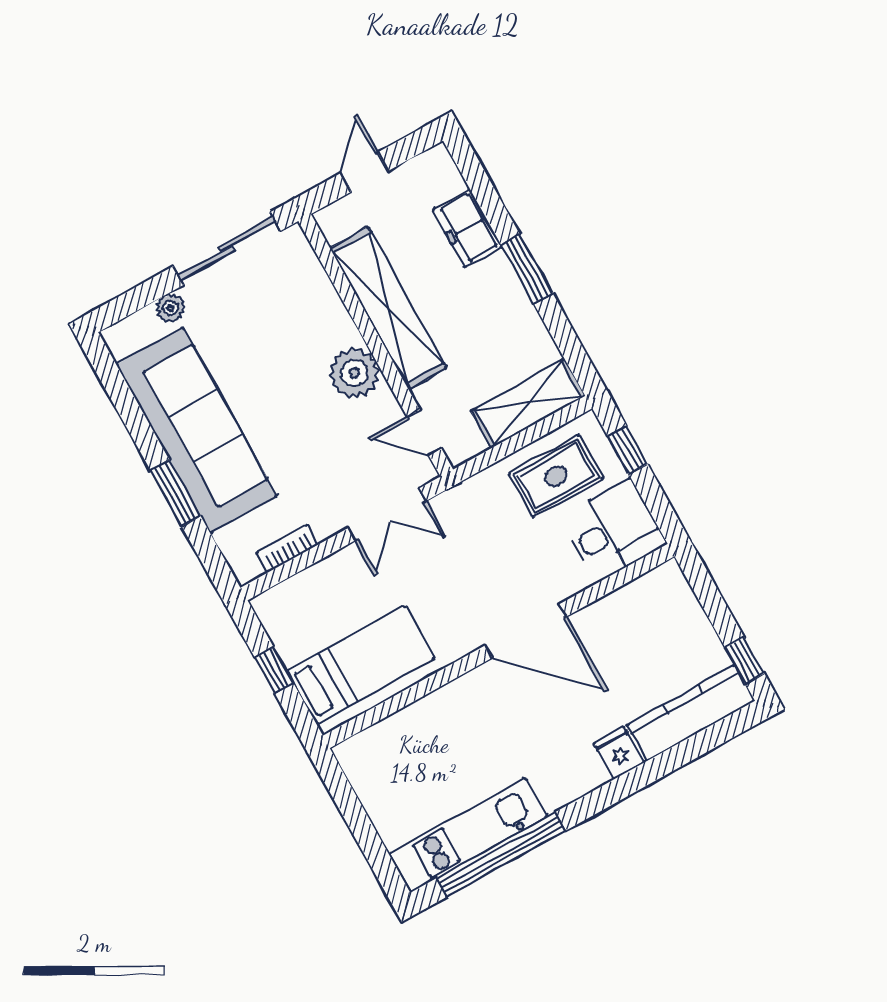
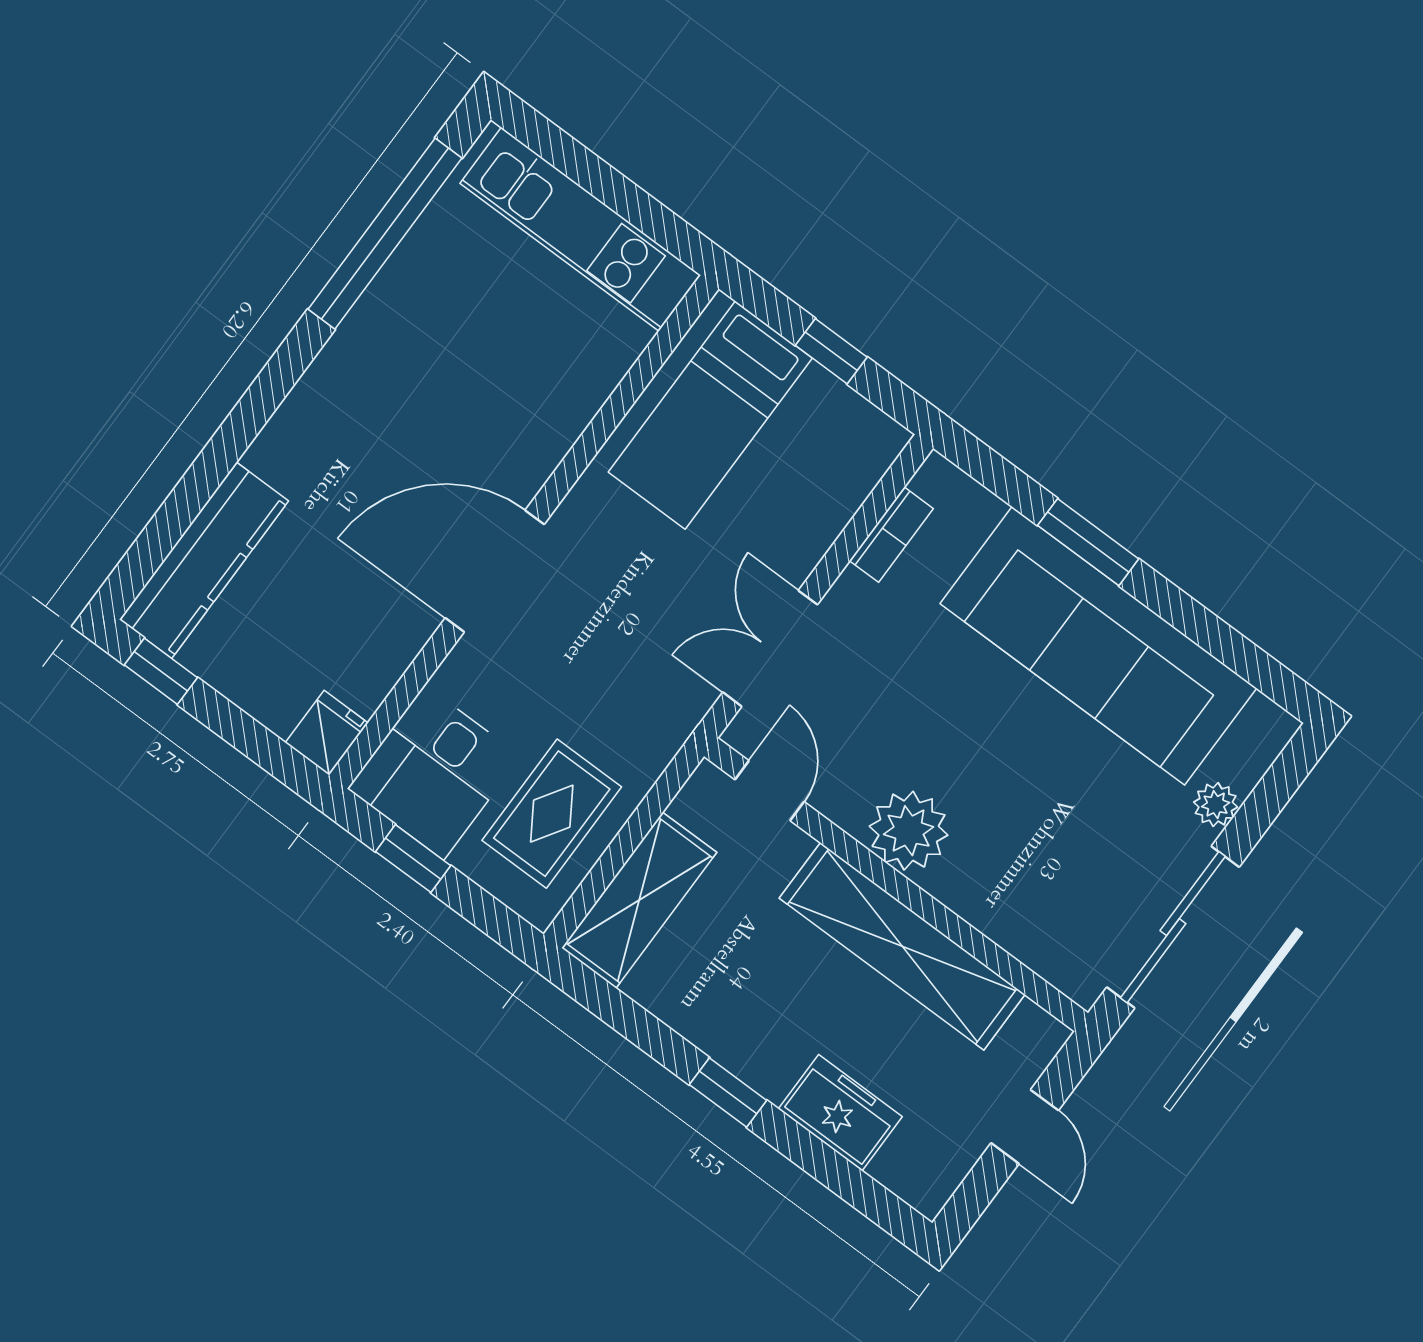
window: (527, 269) -> (728, 1092), width x0.67
door: (424, 433) -> (770, 791), hinge flipped
window: (628, 450) -> (413, 859), moved
fridge: (619, 753) -> (327, 733), moved, turned -90
kitchen unit: (468, 835) -> (580, 229), moved, turned 90

